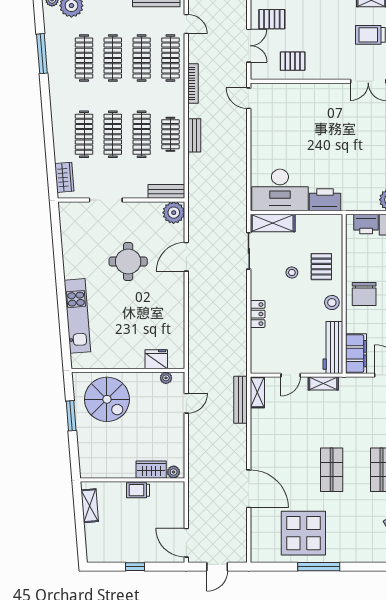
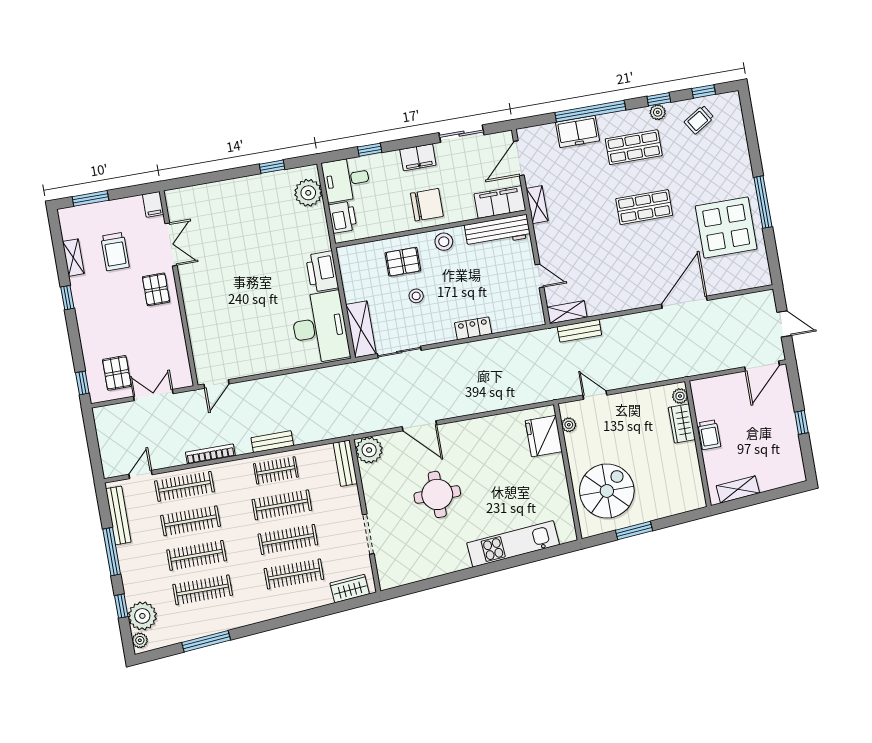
pallet: (293, 61) -> (156, 289), moved
fridge: (156, 359) -> (544, 436), width x1.36, depth x1.34
shelving: (323, 383) -> (537, 205), moved
bench: (241, 400) -> (579, 331), width x0.73

